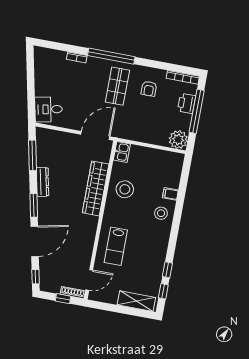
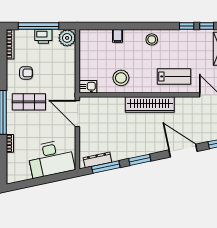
printer: (187, 103) -> (43, 36), moved
desk: (49, 109) -> (51, 159), width x1.87, depth x1.30
dresser: (43, 182) -> (97, 160), moved
wardrobe: (96, 188) -> (150, 104), moved
window: (34, 205) -> (140, 160), moved
stool: (161, 213) -> (152, 39), moved

